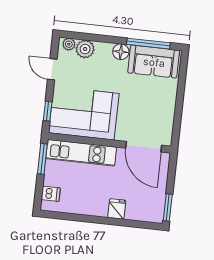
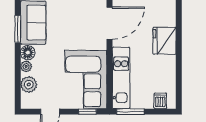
plant: (69, 44) -> (26, 66), moved
window: (148, 44) -> (18, 29), width x0.69
fridge: (117, 209) -> (164, 41), width x1.88, depth x1.34

